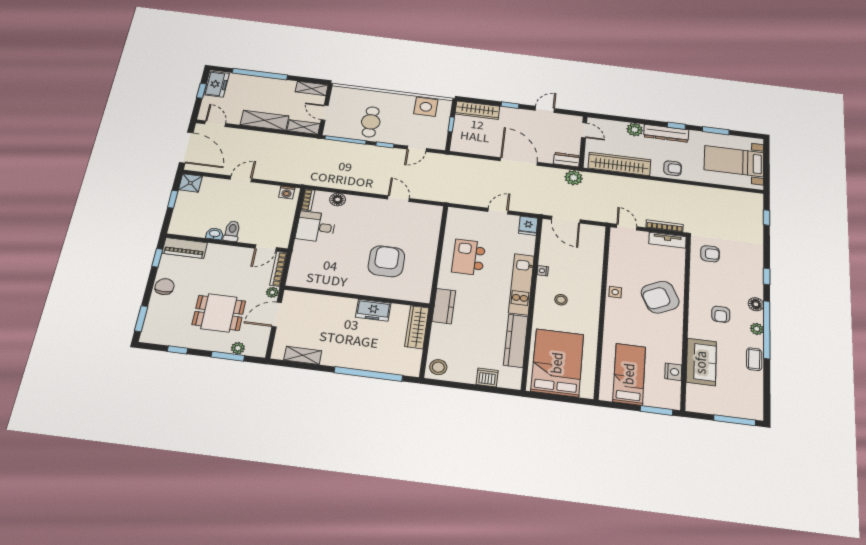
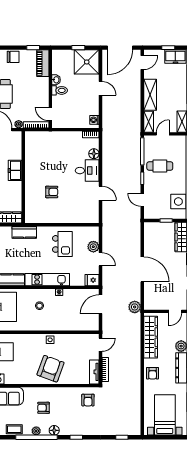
dresser: (567, 160) -> (149, 301), removed
door: (519, 162) -> (142, 269), hinge flipped
shower: (190, 183) -> (87, 62), width x1.86, depth x1.86
door: (399, 199) -> (101, 193), hinge flipped
plant: (478, 218) -> (93, 247), added
desk: (316, 227) -> (87, 171), moved, turned 90
kitchen island: (469, 257) -> (62, 244), turned 90
armchair: (386, 261) -> (52, 192), width x0.53, depth x0.53
armchair: (660, 297) -> (51, 369), turned 46
freezer: (373, 310) -> (15, 170), moved

